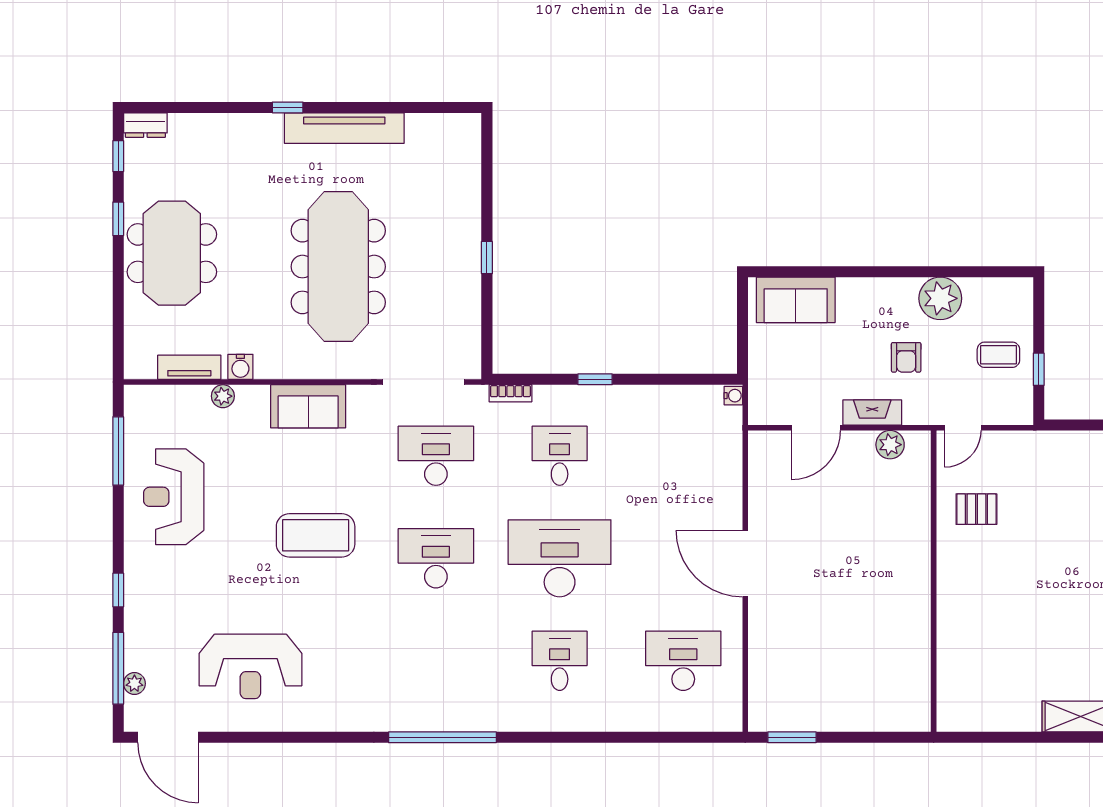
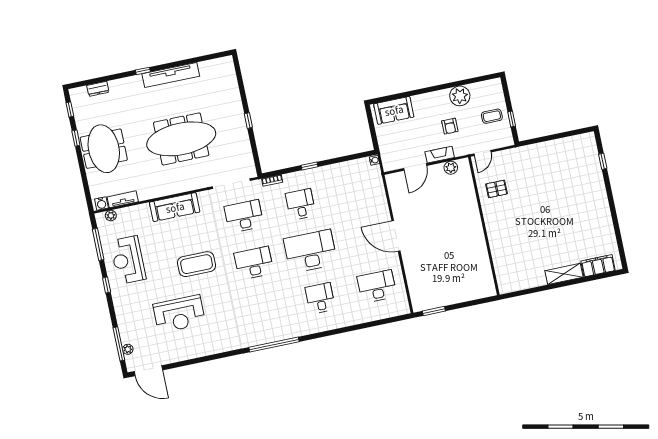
dresser: (145, 125) -> (98, 89), moved
meeting table: (338, 267) -> (181, 139), turned 90
water cooler: (240, 367) -> (101, 203), moved
plant: (223, 396) -> (111, 216), moved
sofa: (308, 406) -> (175, 207), width x1.36
window: (118, 590) -> (107, 285), moved
reception desk: (250, 666) -> (179, 314), moved

